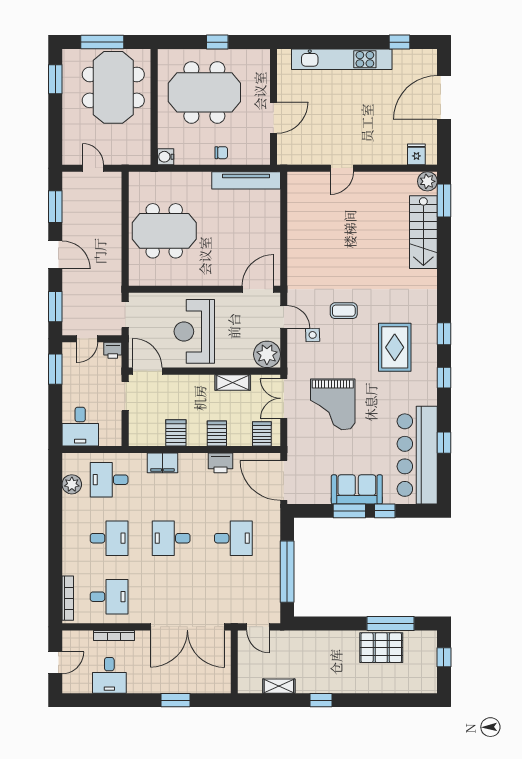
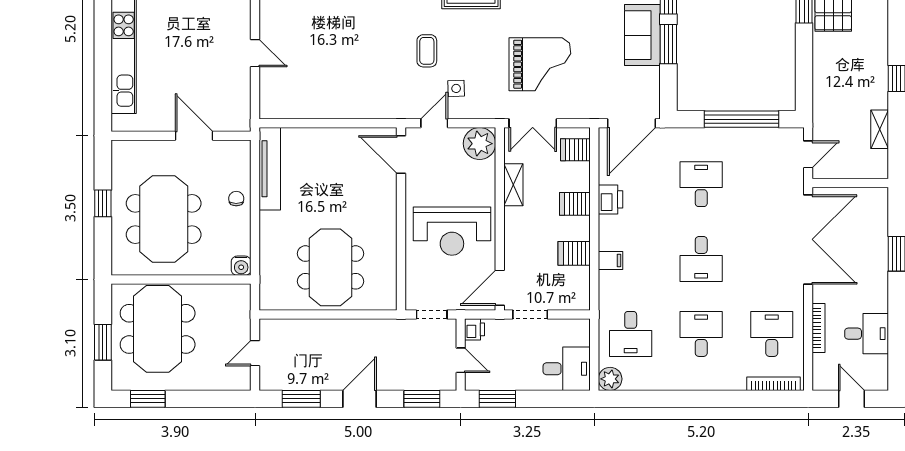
window: (102, 42) -> (103, 342), width x0.69
meeting table: (113, 87) -> (158, 329), turned 90
filing cabinet: (162, 463) -> (610, 260), width x0.50
plant: (72, 484) -> (610, 379), moved

